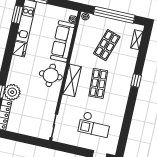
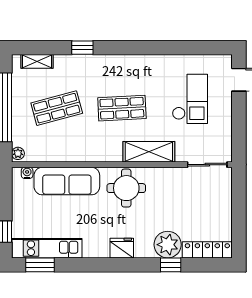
shop shelf: (107, 45) -> (57, 108), turned -33
fridge: (20, 49) -> (122, 248), moved
shelving: (72, 80) -> (149, 152), moved
window: (136, 81) -> (82, 48), moved

